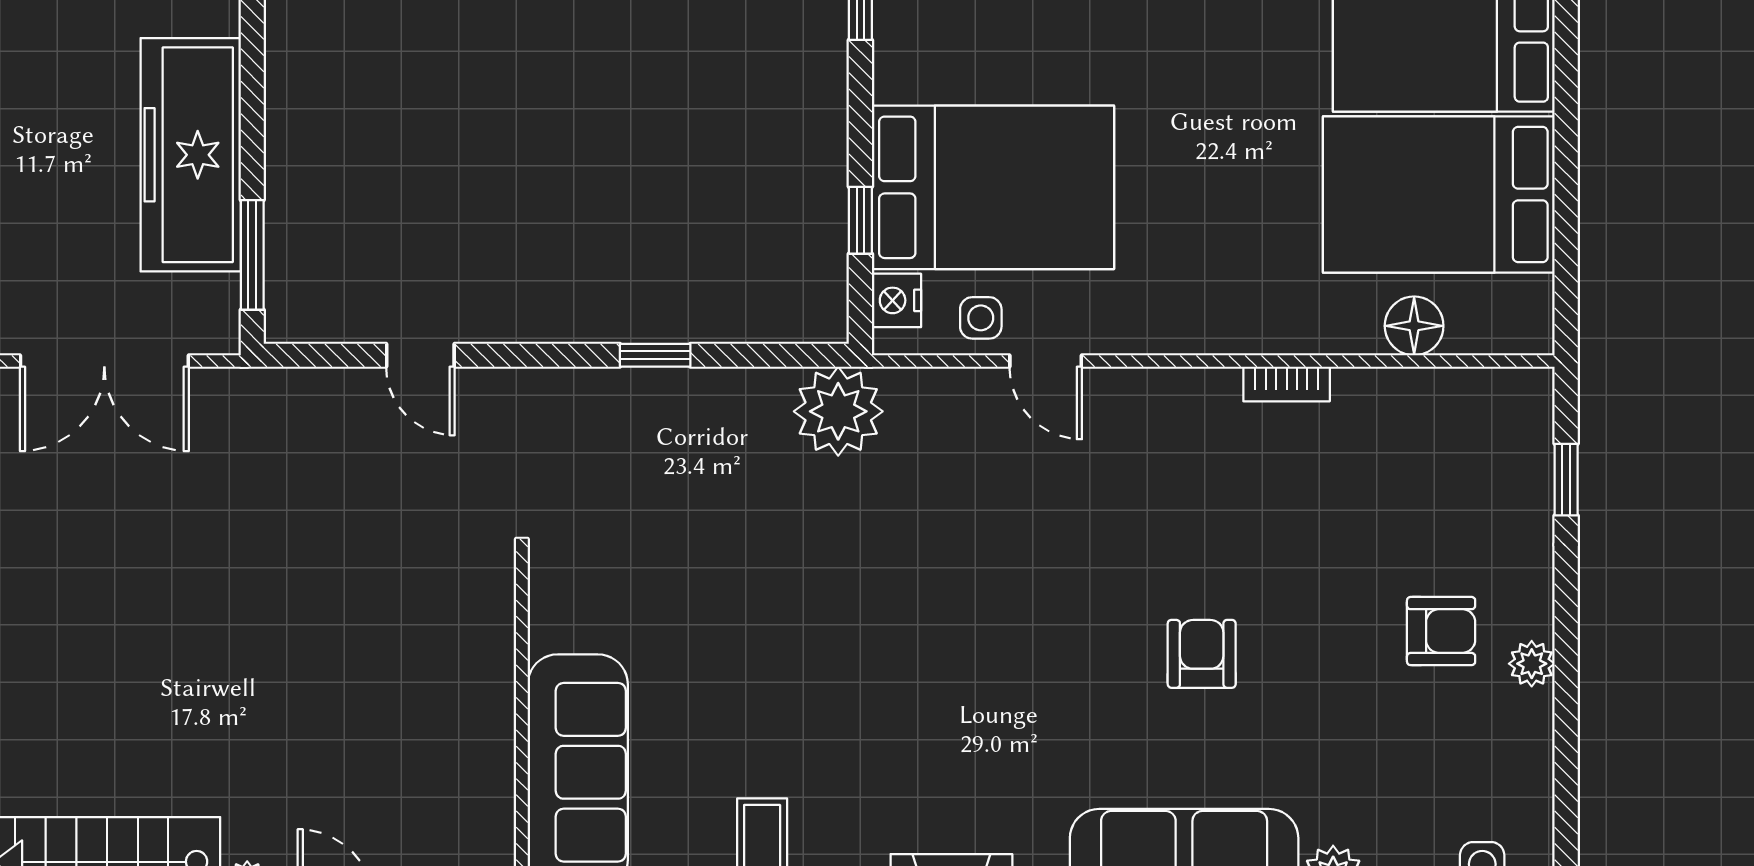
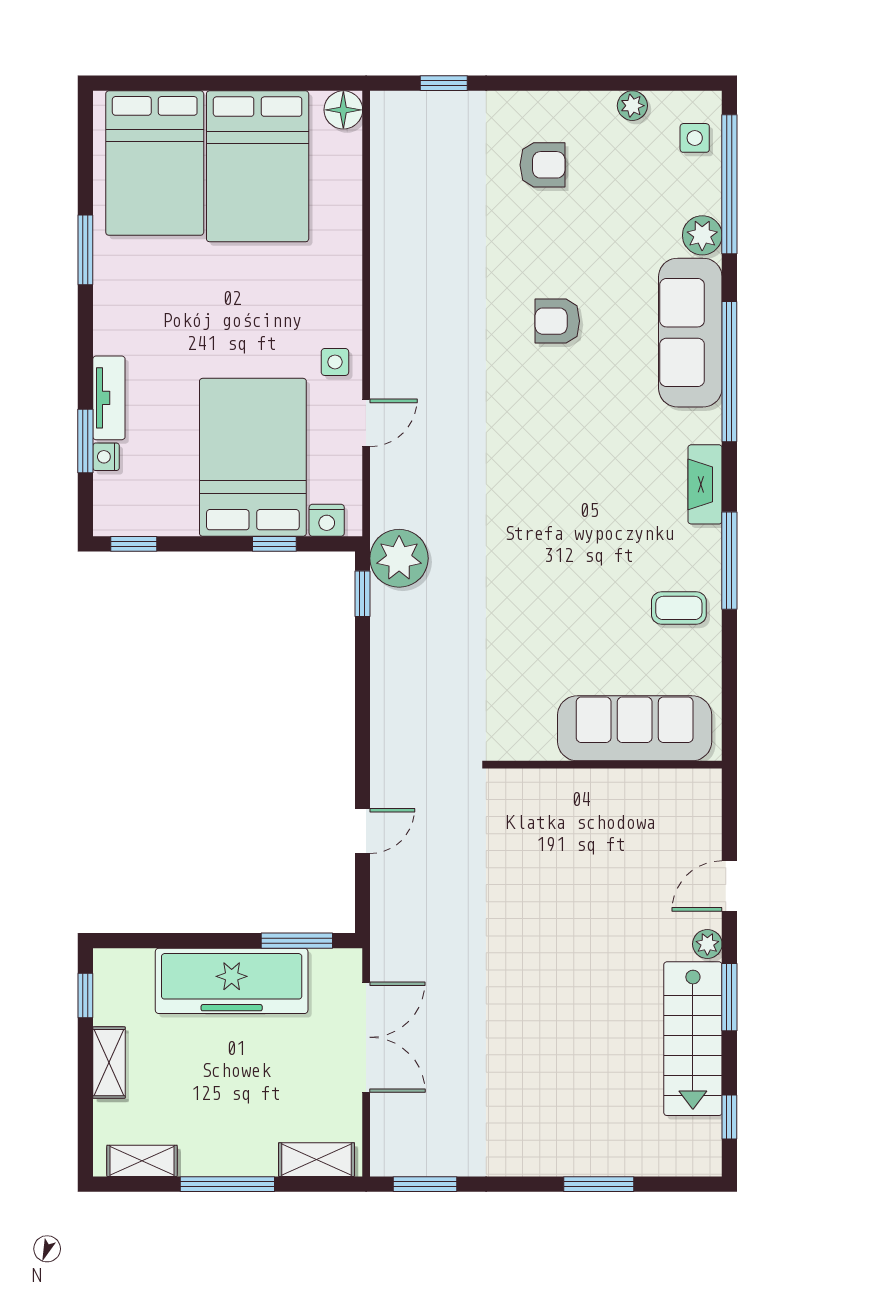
side table: (981, 318) -> (335, 362), moved
floor lamp: (1414, 326) -> (343, 110), moved
window: (655, 355) -> (362, 594), moved
bookcase: (1287, 384) -> (381, 266), removed
armchair: (1441, 631) -> (542, 165), turned 90
plant: (1532, 664) -> (632, 106), moved

